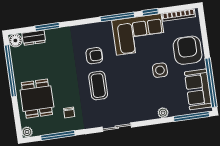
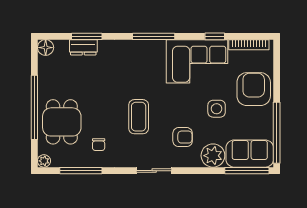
window: (117, 17) -> (154, 36), moved
dresser: (34, 38) -> (83, 47), moved
armchair: (94, 56) -> (183, 137), moved
window: (10, 71) -> (34, 107), moved
sofa: (198, 89) -> (250, 154), moved, turned 90
plant: (163, 113) -> (213, 156), width x1.87, depth x1.87

